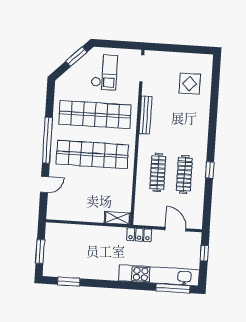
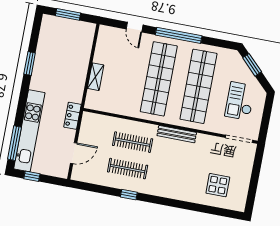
window: (76, 57) -> (252, 65), moved
checkout: (104, 72) -> (240, 101), turned 90
bench: (146, 115) -> (177, 134), moved
shelving: (117, 218) -> (96, 77), moved
window: (204, 253) -> (32, 176), moved
window: (69, 282) -> (30, 64), moved

